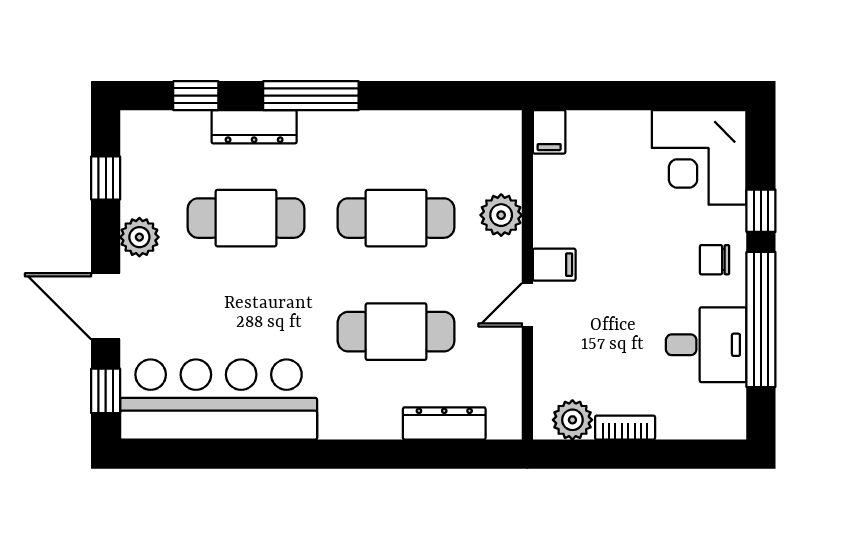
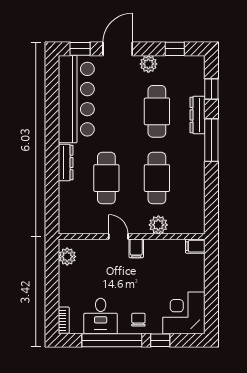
dresser: (444, 423) -> (66, 163), moved
bookcase: (625, 428) -> (64, 320), moved

